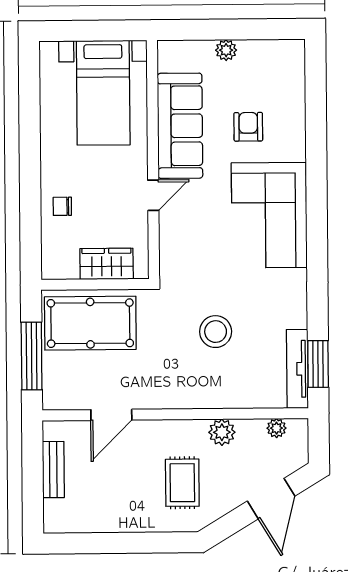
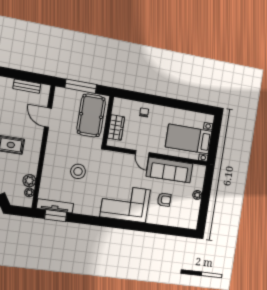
plant: (222, 432) -> (29, 181), moved

